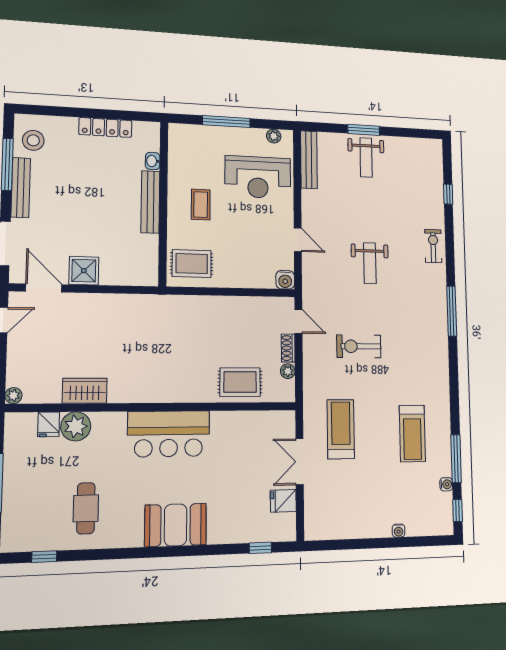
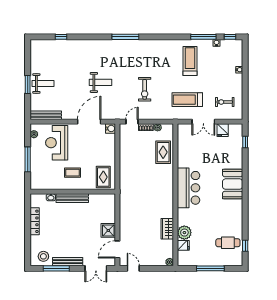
reception desk: (258, 177) -> (57, 143), turned 180
door: (298, 240) -> (89, 122), width x1.87
exercise bike: (433, 246) -> (225, 102), moved
treadmill: (412, 433) -> (190, 61), turned -90
cafe table: (86, 508) -> (228, 243), moved

